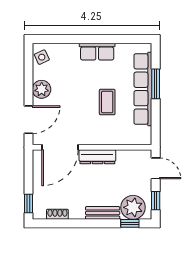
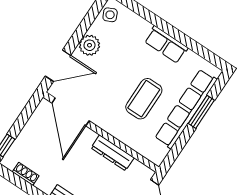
coffee table: (107, 102) -> (144, 99), width x1.36, depth x1.30
door: (60, 147) -> (71, 112), hinge flipped
dresser: (97, 157) -> (113, 153), moved

